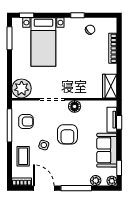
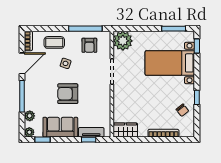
floor lamp: (75, 106) -> (105, 94), removed
armchair: (67, 134) -> (68, 94), moved

